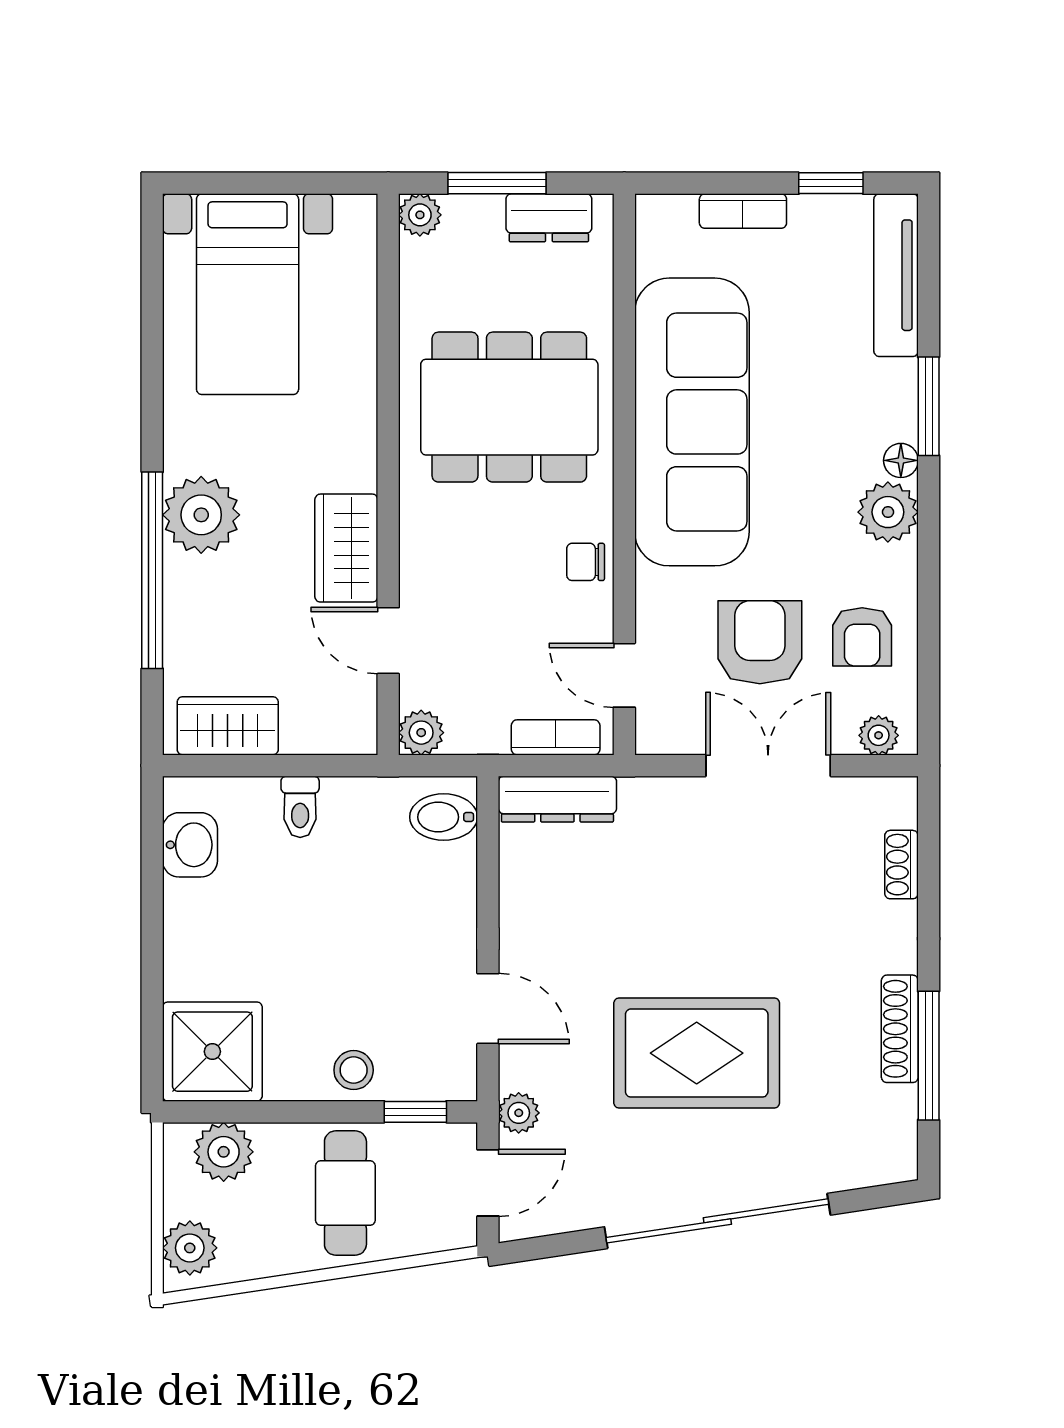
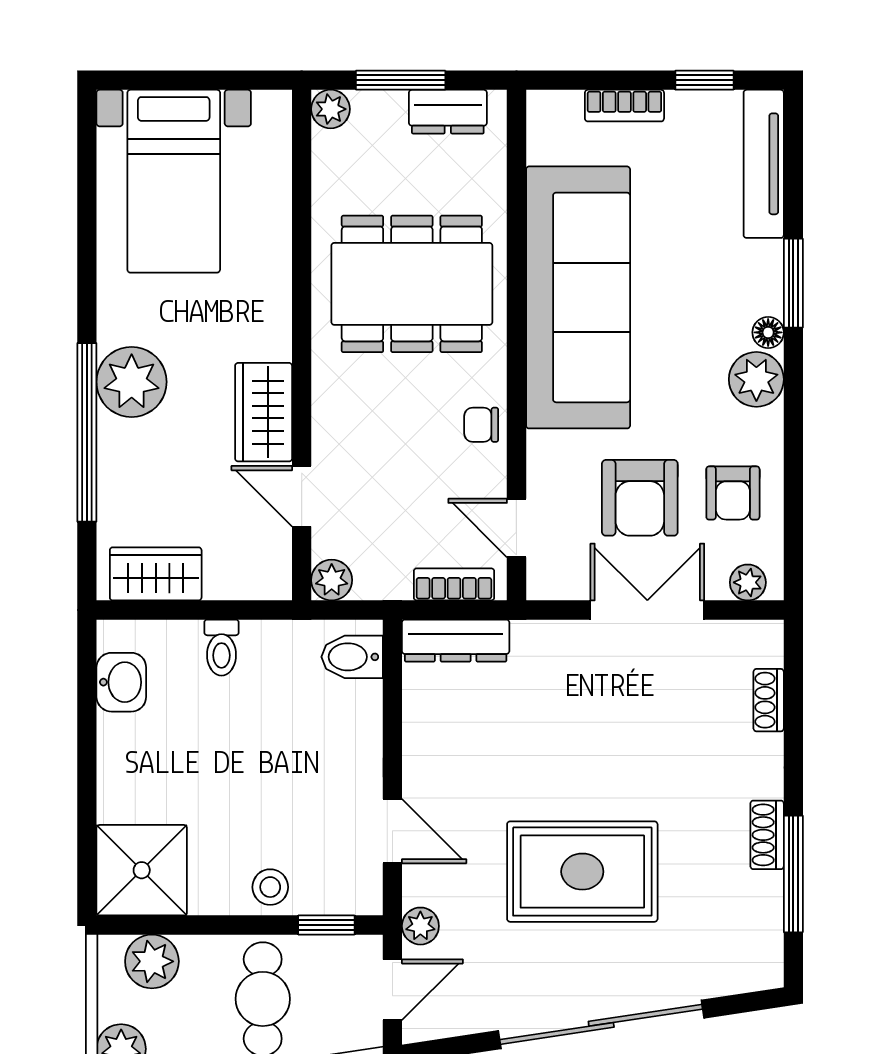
armchair: (760, 642) -> (640, 498), turned 180
shoe rack: (900, 1029) -> (767, 835), width x0.70

